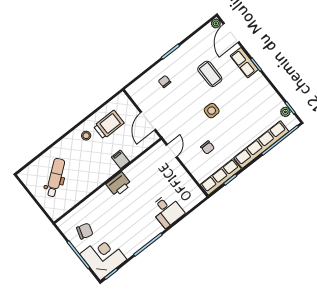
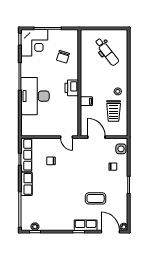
side table: (212, 111) -> (121, 149), moved
row of seats: (261, 144) -> (26, 184), width x0.50
desk: (167, 211) -> (35, 96), width x1.87, depth x1.30
chair: (85, 231) -> (63, 57), moved

